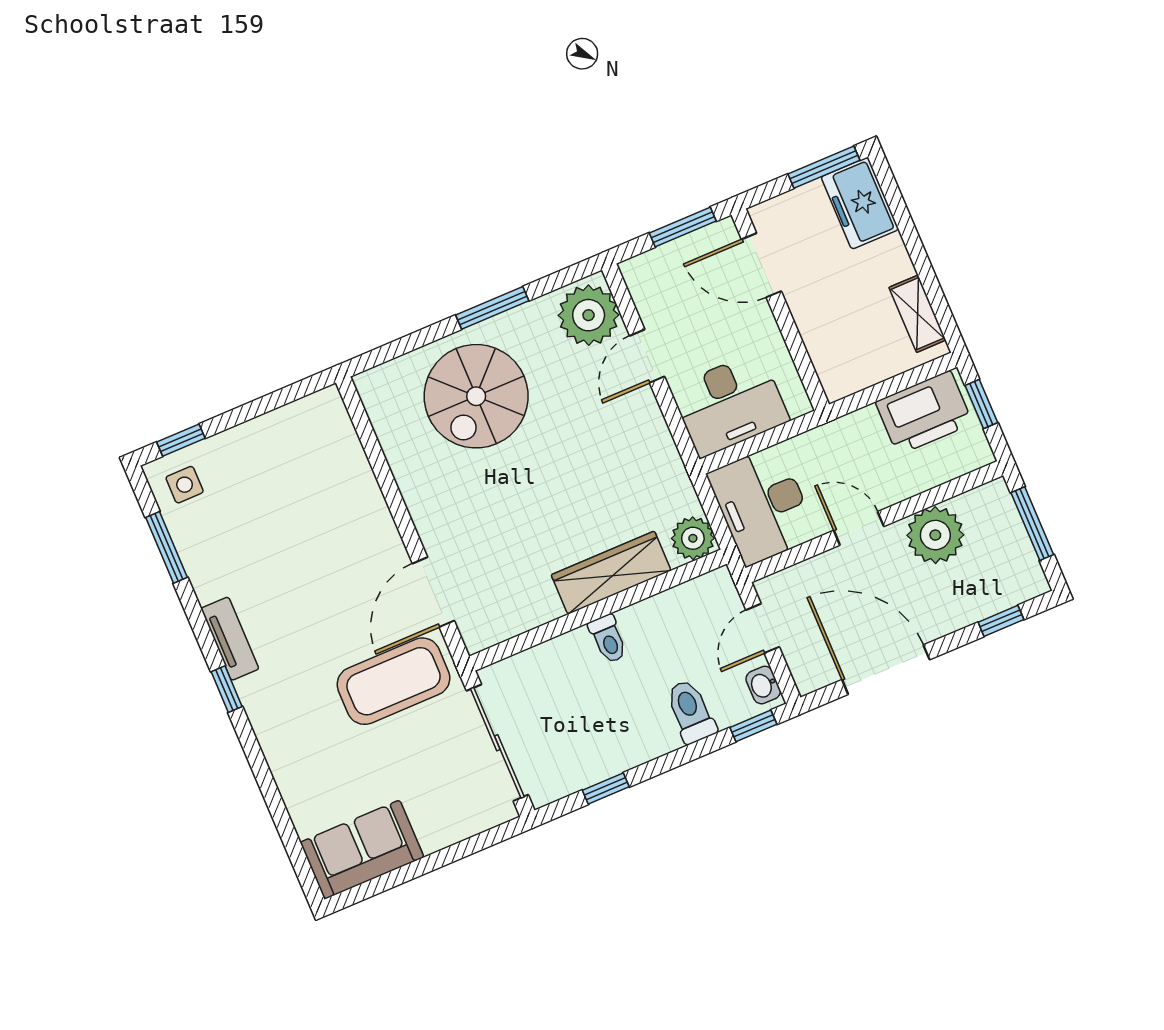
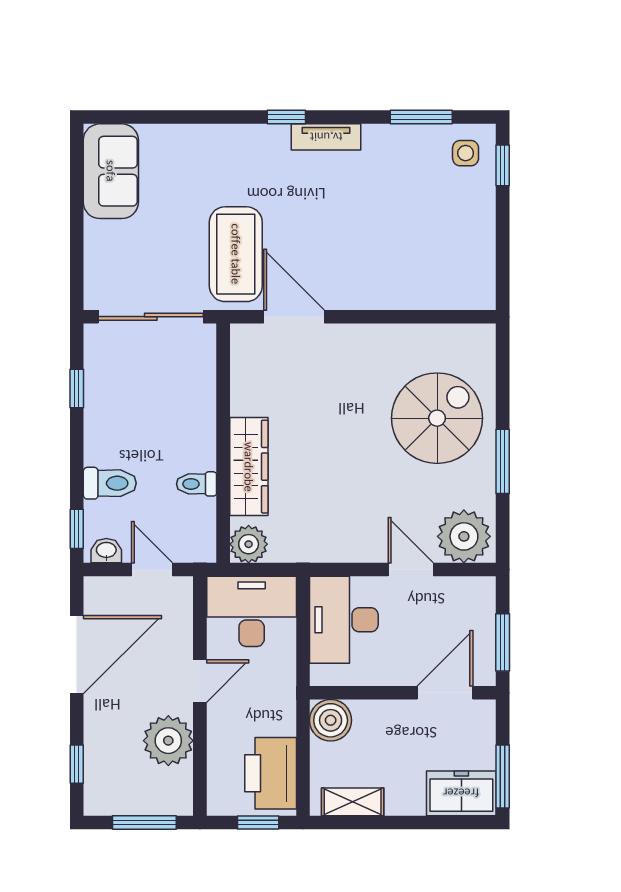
boiler: (842, 373) -> (331, 720), added
spiral stairs: (476, 396) -> (437, 418), turned 90
toilet: (608, 639) -> (196, 484), moved

